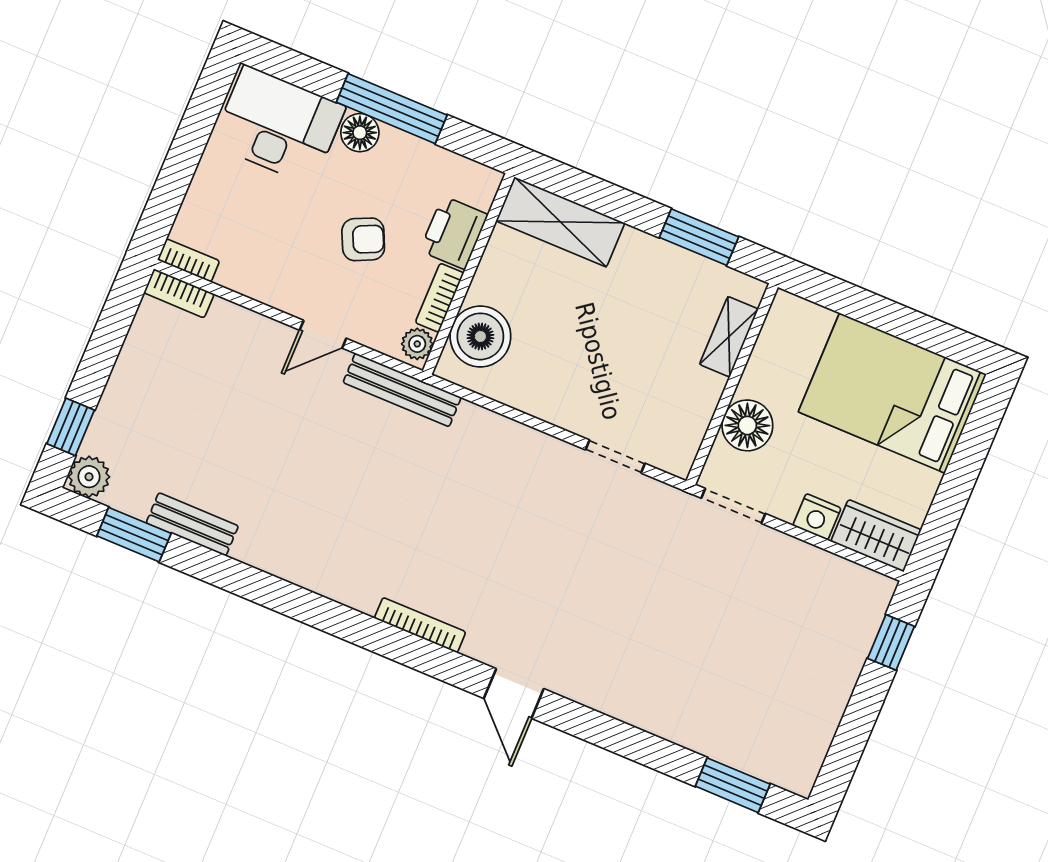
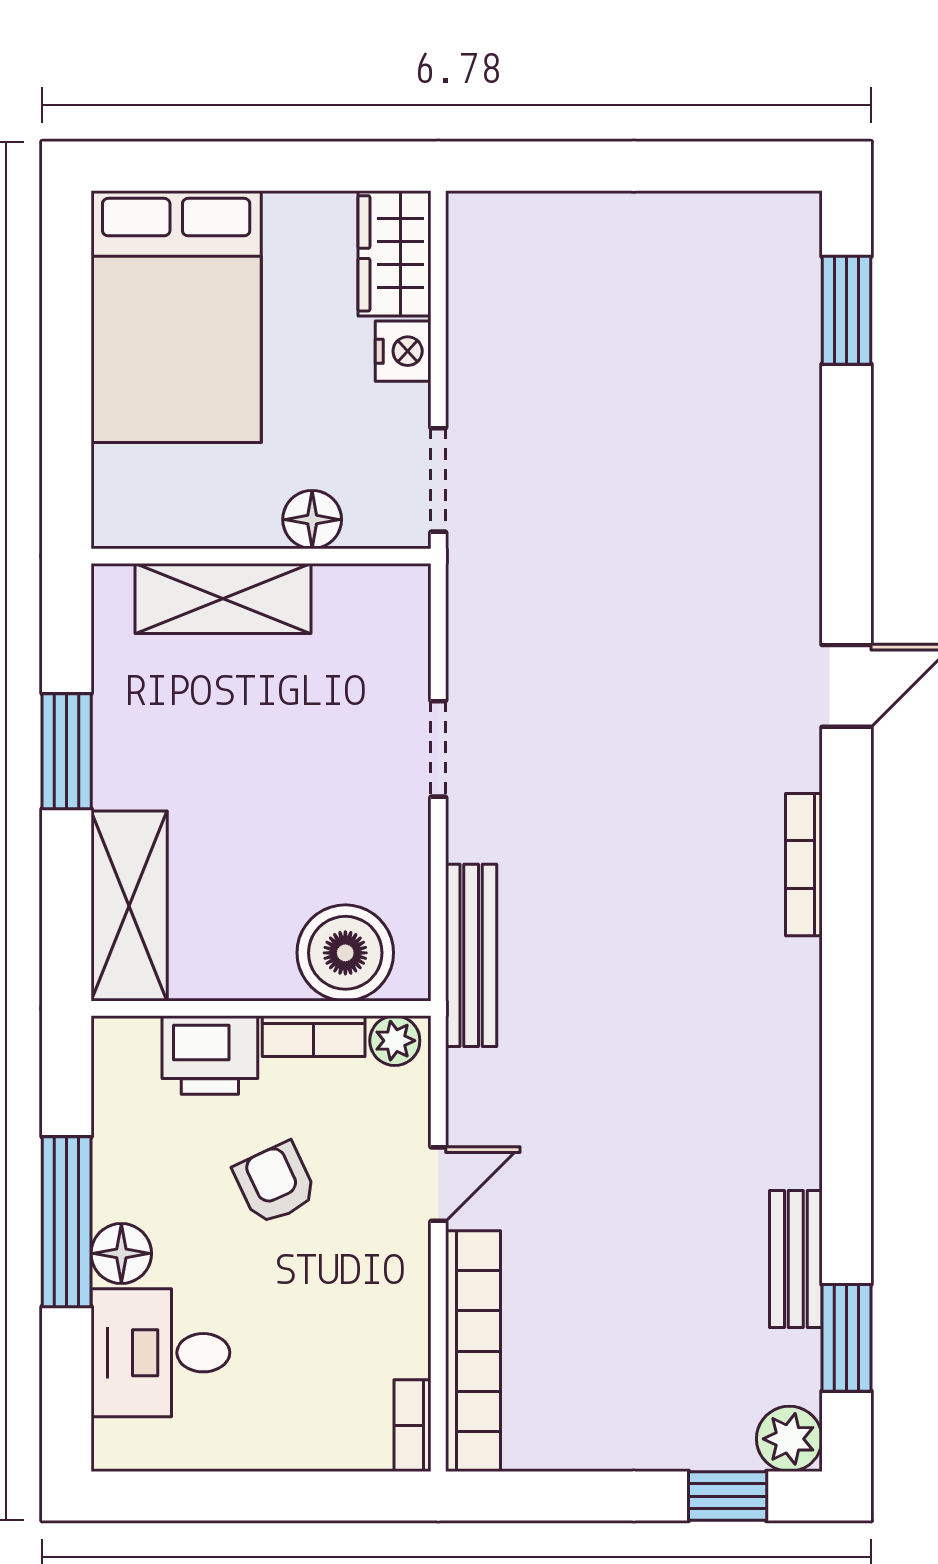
desk: (279, 125) -> (160, 1353), width x0.73
window: (699, 237) -> (67, 751), moved
bookcase: (179, 293) -> (473, 1351), width x2.31, depth x1.31
door: (323, 334) -> (438, 1184), hinge flipped
shelving: (729, 337) -> (223, 599), width x1.50, depth x1.33
bench: (402, 390) -> (471, 955), moved
floor lamp: (747, 425) -> (312, 520), width x0.73, depth x0.73
doorway: (615, 457) -> (438, 749), moved
window: (891, 642) -> (541, 166), removed

